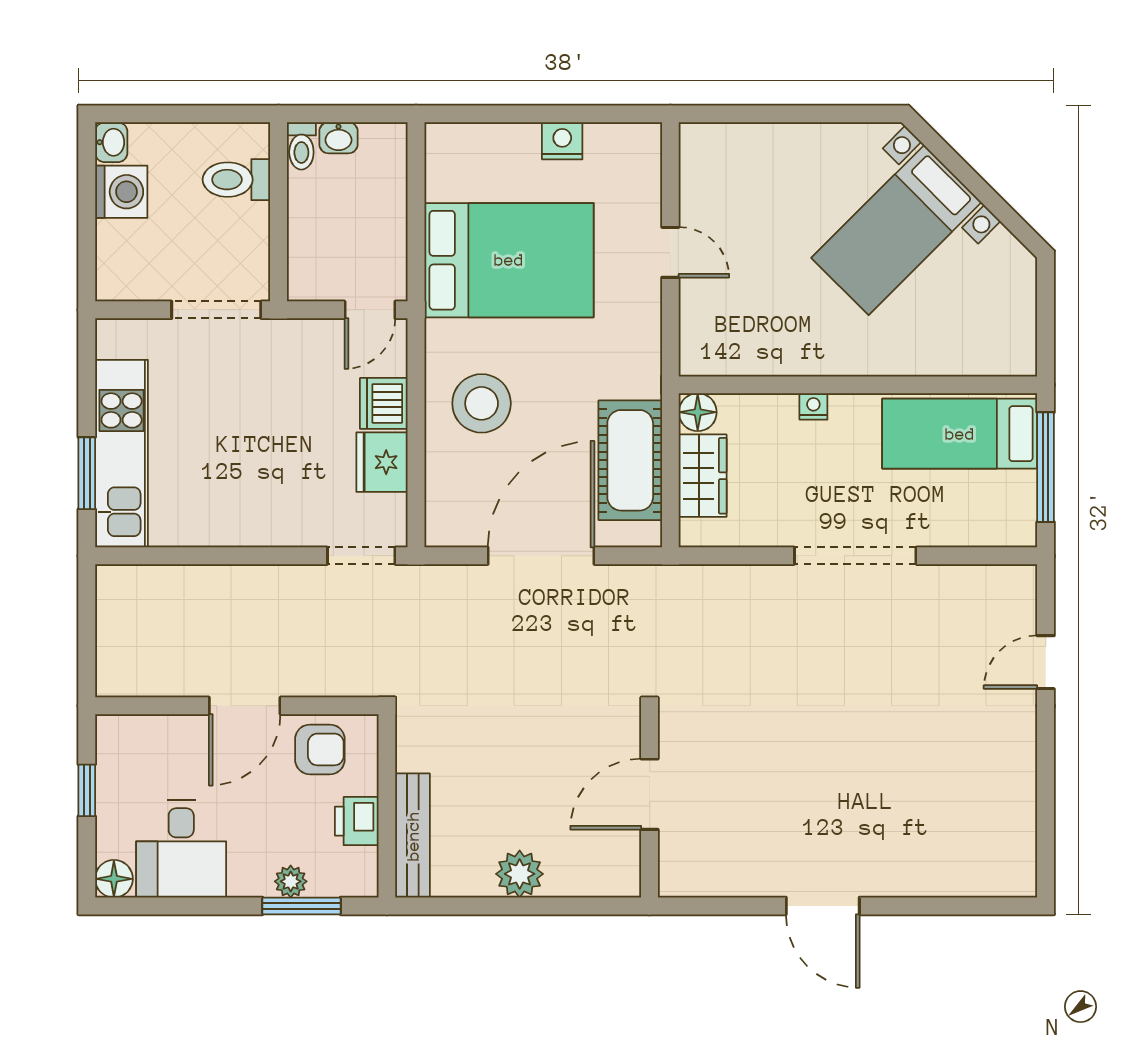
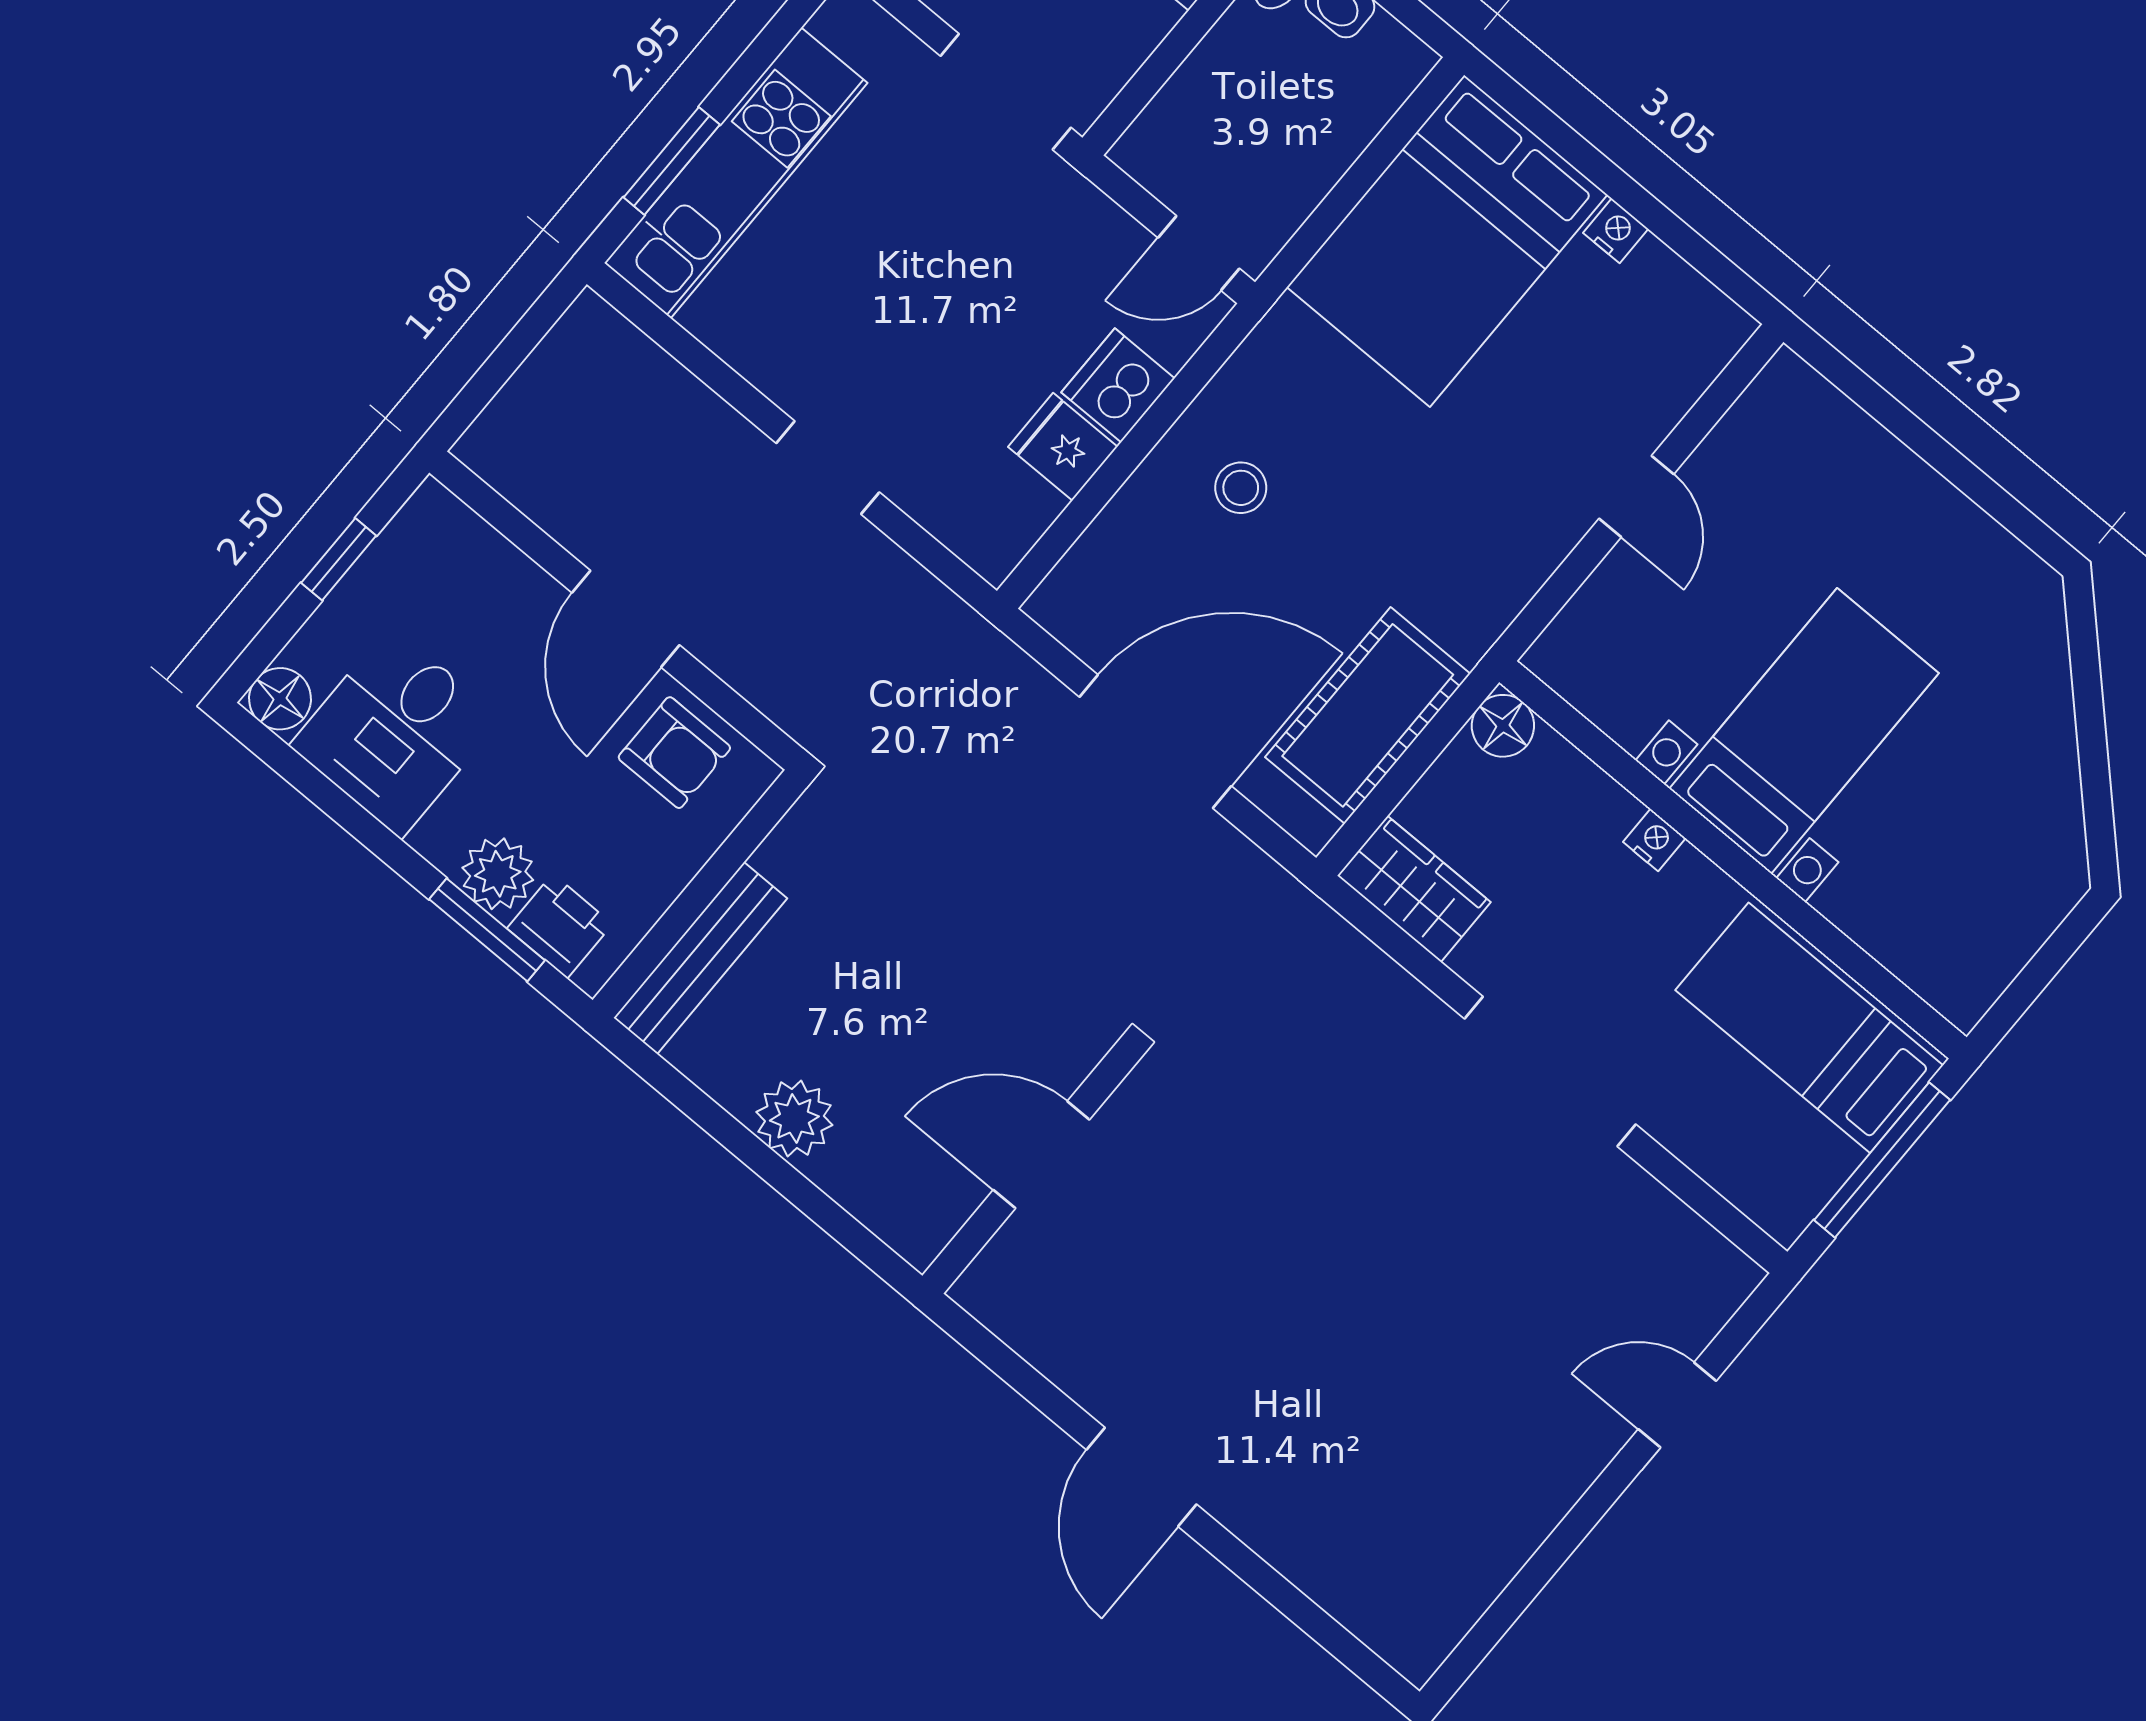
nightstand: (562, 141) -> (1616, 231), width x0.72, depth x0.74
bed with nightstands: (896, 230) -> (1804, 731), moved, turned 135
bed: (509, 260) -> (1447, 241), moved, turned 90
stool: (482, 403) -> (1241, 488), width x0.53, depth x0.53
fridge: (382, 462) -> (1063, 447), width x0.72
wardrobe: (703, 476) -> (1414, 889), moved, turned -90
doorway: (361, 556) -> (828, 468), moved
door: (245, 706) -> (626, 619), hinge flipped
printer: (357, 821) -> (560, 926), moved, turned 90
plant: (291, 881) -> (498, 874), width x1.38, depth x1.38

